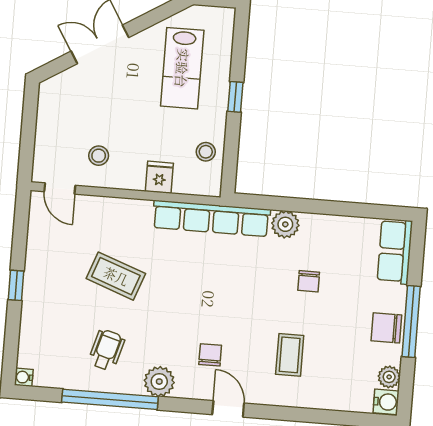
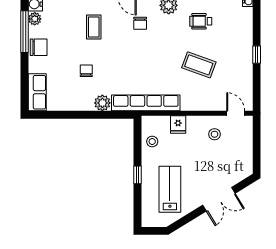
window: (411, 321) -> (24, 32), moved
wheelchair: (107, 350) -> (201, 21), turned 74

